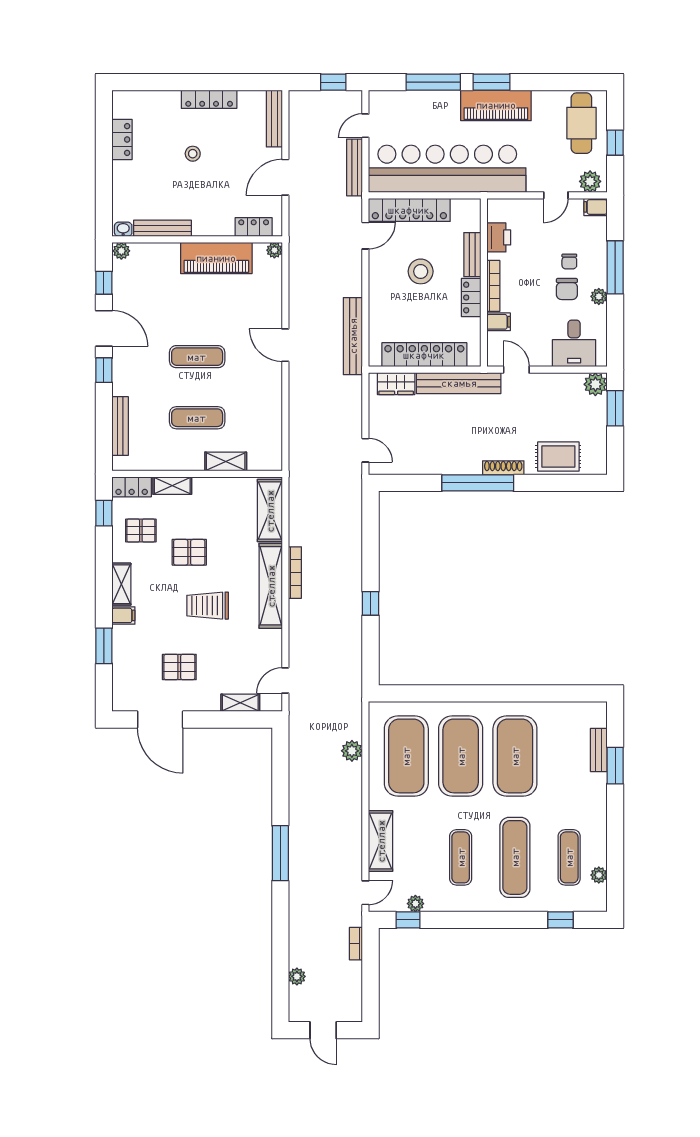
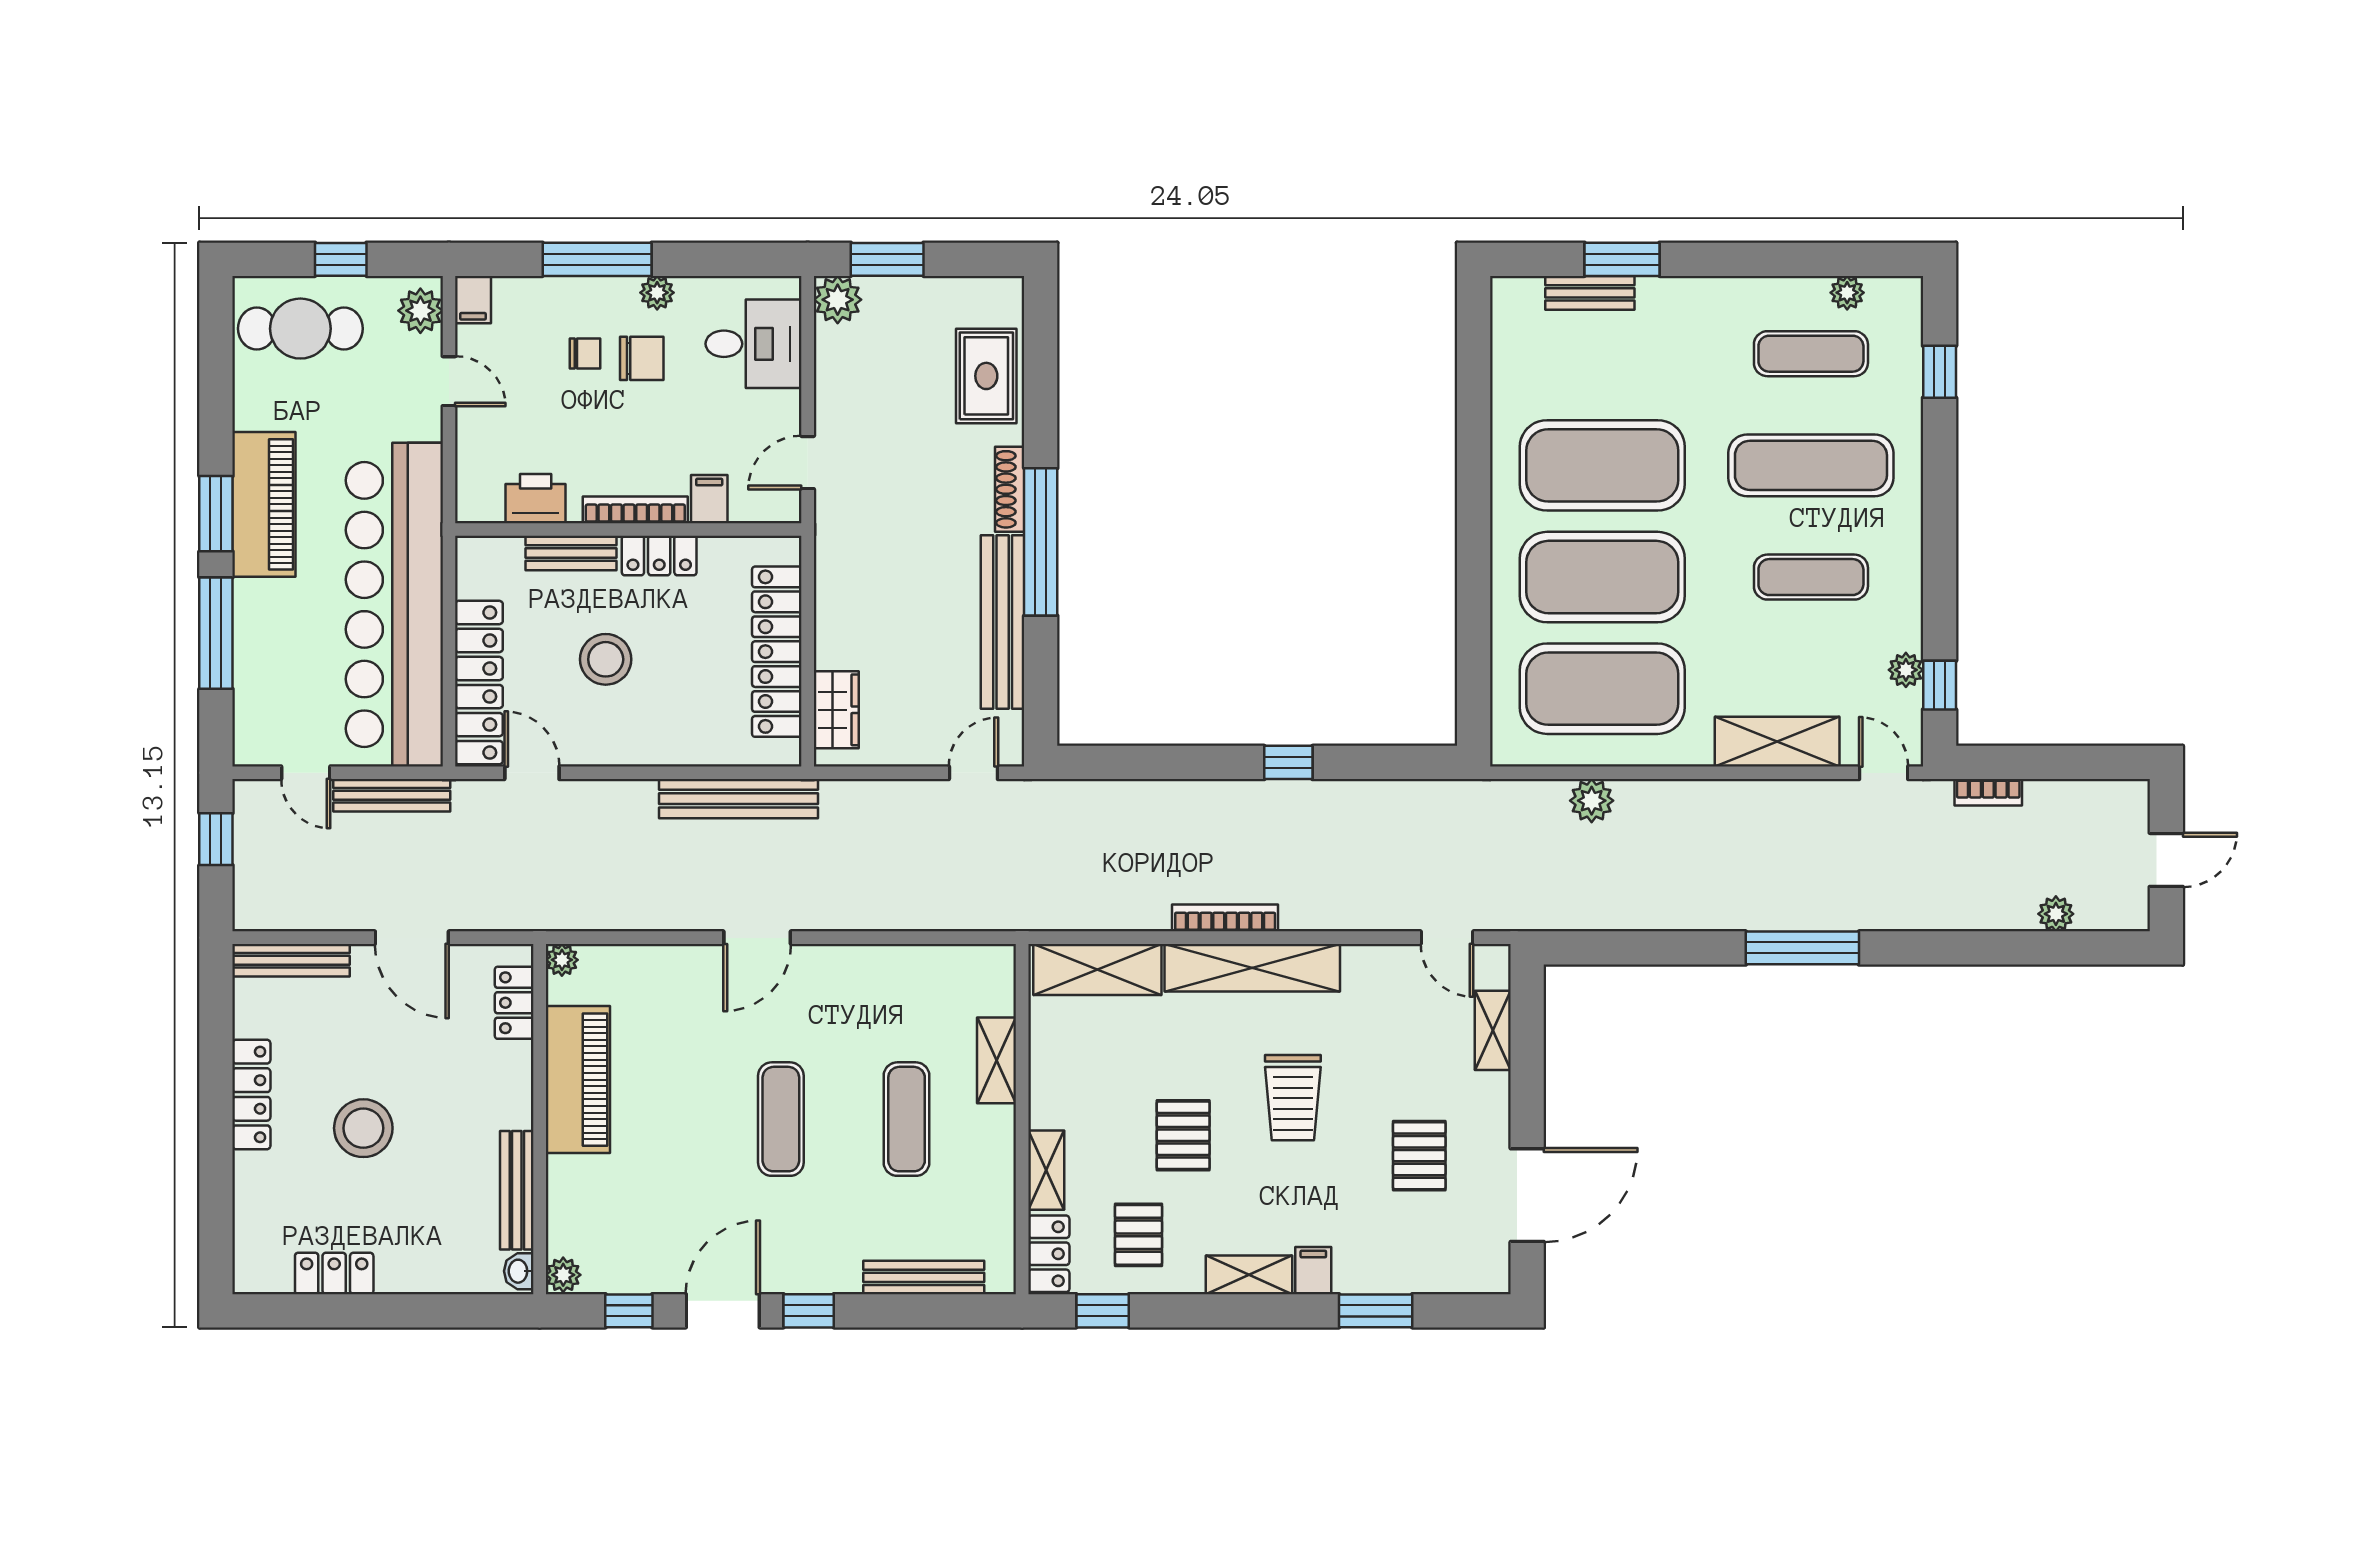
stool: (193, 154) -> (363, 1128), width x1.89, depth x1.89
bench: (459, 383) -> (1003, 622), moved

